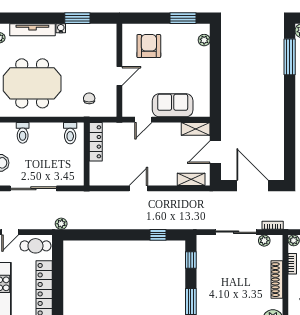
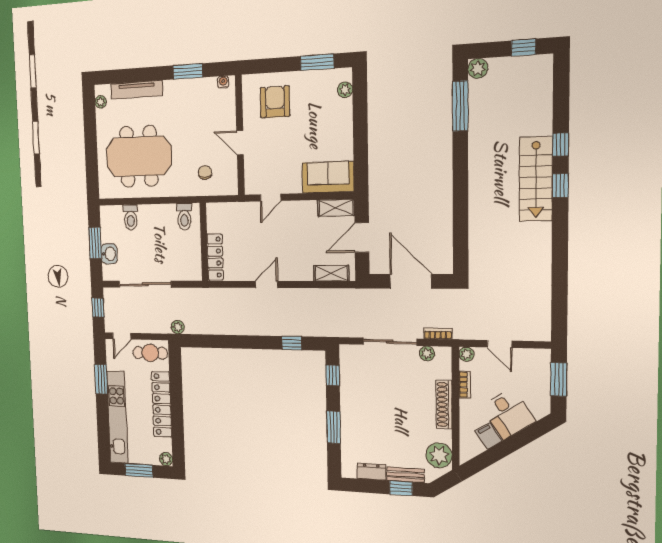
water cooler: (61, 28) -> (223, 82), moved
door: (119, 76) -> (240, 143), swing flipped
sofa: (173, 105) -> (328, 177), moved
locker: (96, 142) -> (215, 257), moved

